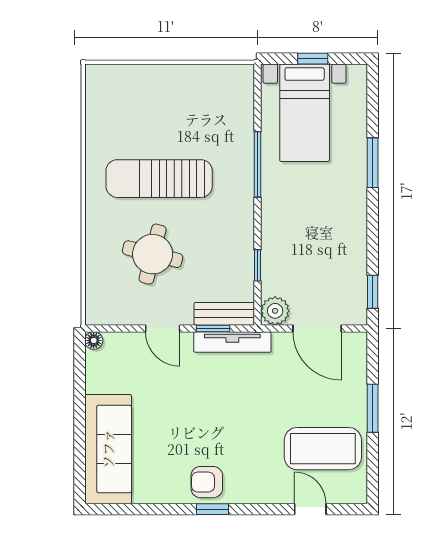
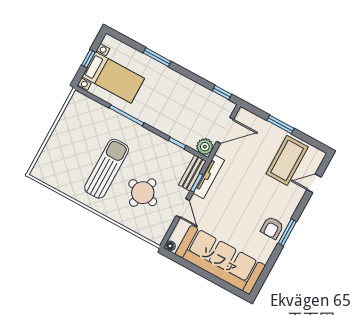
sun lounger: (159, 179) -> (107, 169), turned 180
door: (163, 328) -> (183, 208), hinge flipped
sofa: (108, 449) -> (220, 260), width x1.36, depth x1.27
window: (213, 509) -> (287, 232), width x1.50

